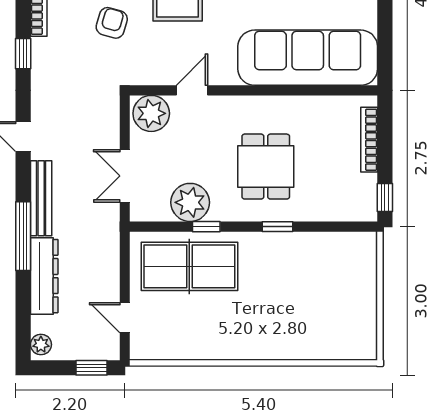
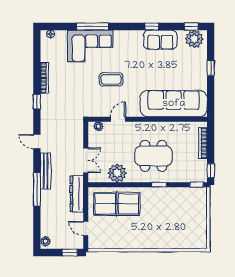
armchair: (112, 23) -> (79, 87), removed
plant: (151, 113) -> (98, 126), width x0.53, depth x0.53
dining table: (266, 167) -> (153, 156), width x1.37
double door: (125, 176) -> (86, 160), swing flipped
window: (206, 227) -> (197, 185), moved
dresser: (44, 276) -> (77, 194), moved, turned 180

